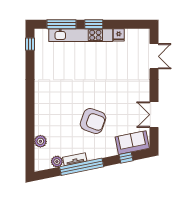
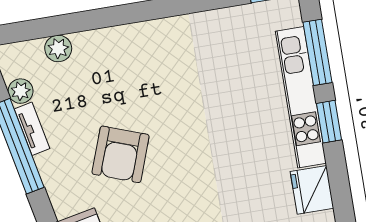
fridge: (119, 35) -> (312, 190), width x1.88, depth x1.34

